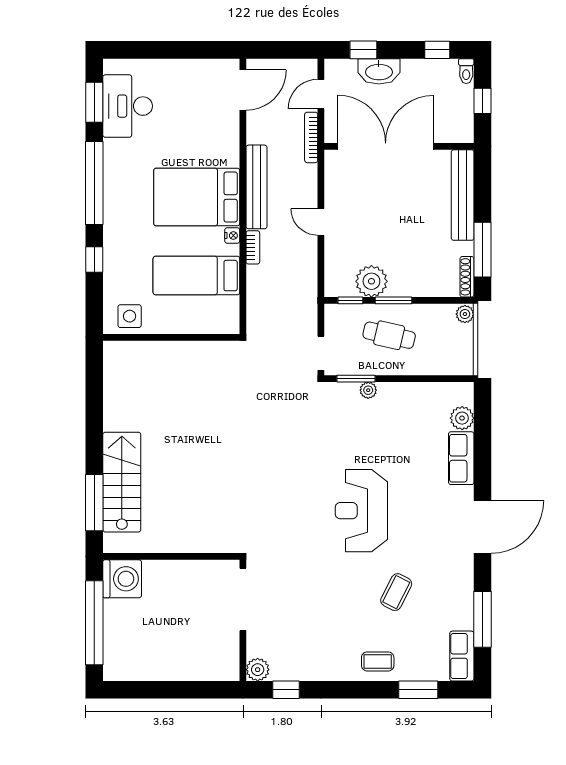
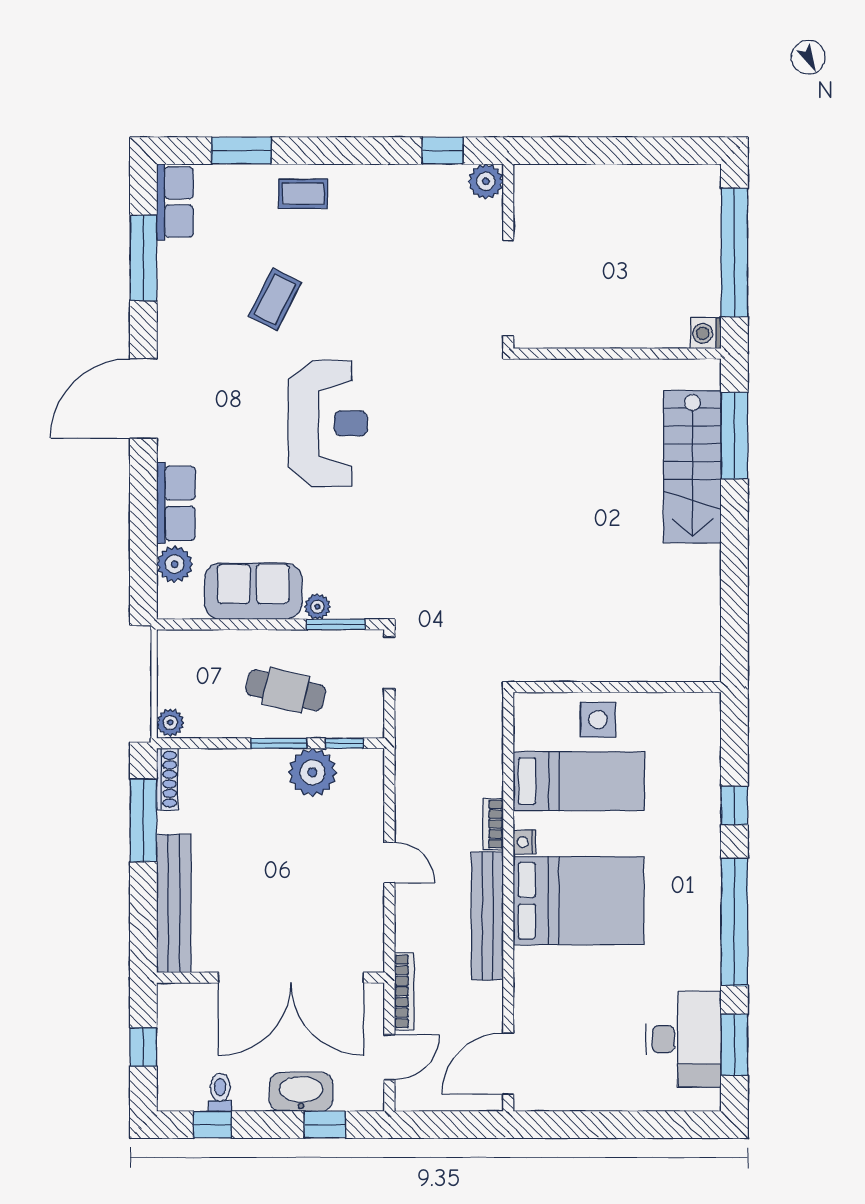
toilet: (466, 71) -> (220, 1092), moved
side table: (130, 316) -> (598, 720), moved
sofa: (410, 400) -> (253, 591), added
washing machine: (122, 579) -> (706, 333), width x0.53, depth x0.53

